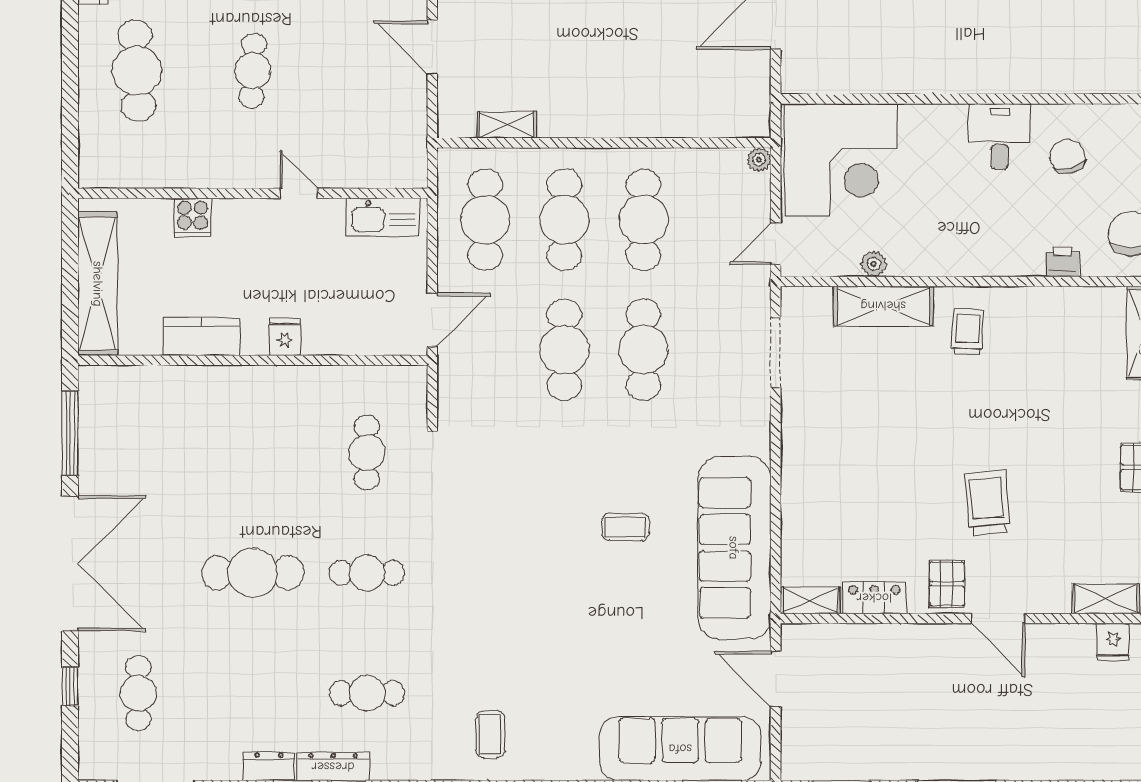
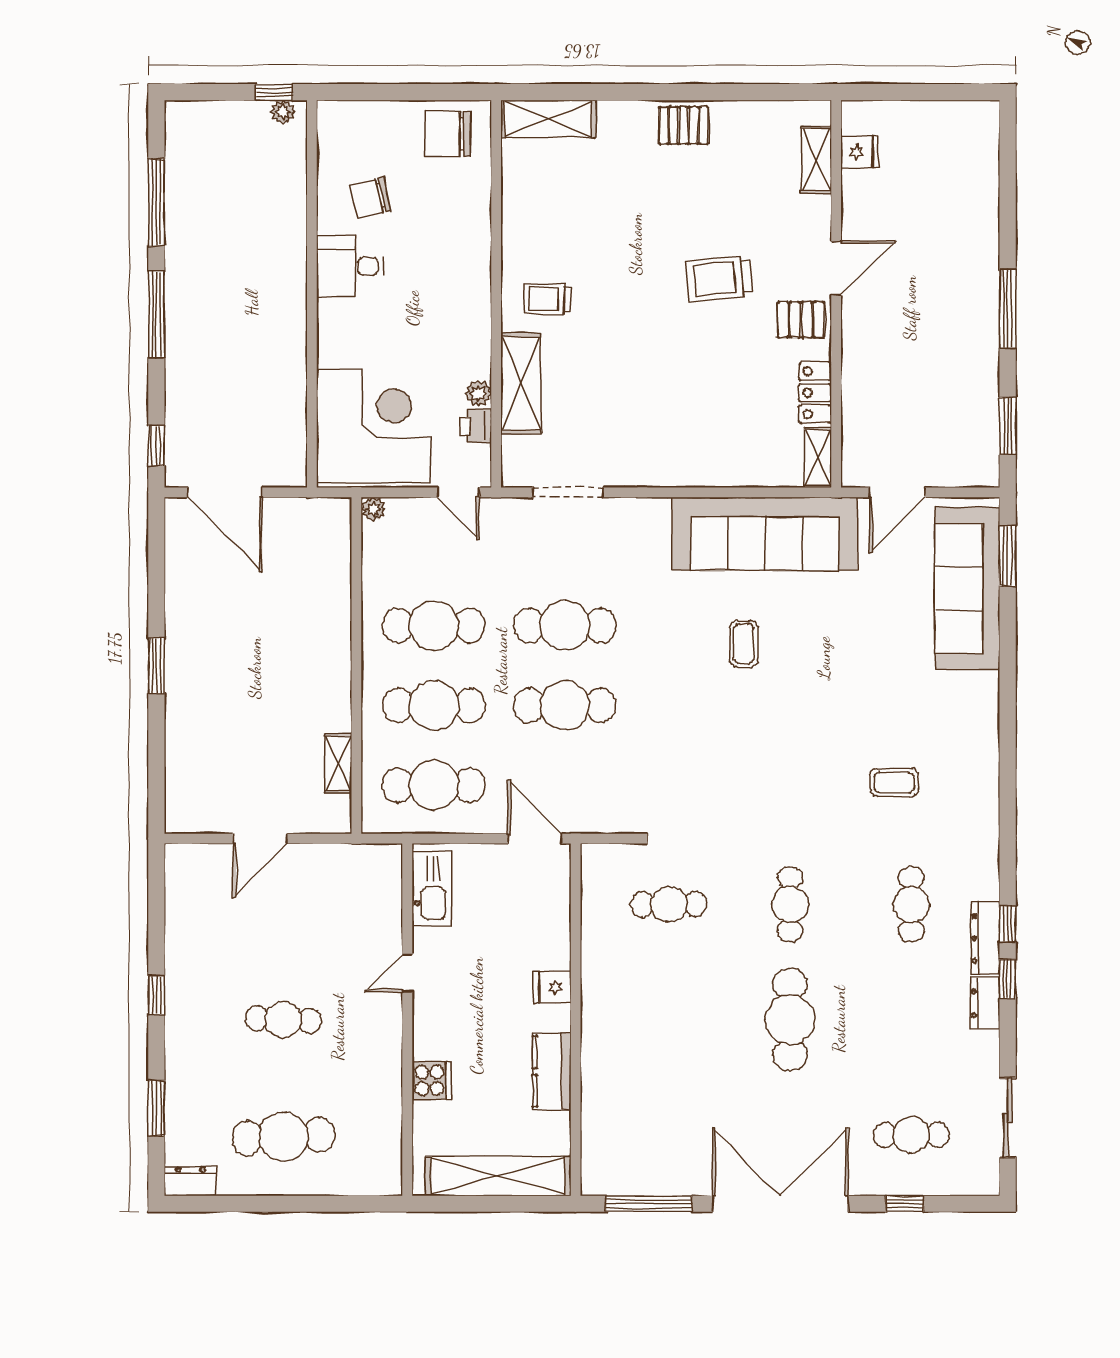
printer: (1062, 262) -> (476, 426), moved
coffee table: (490, 734) -> (894, 782), moved

